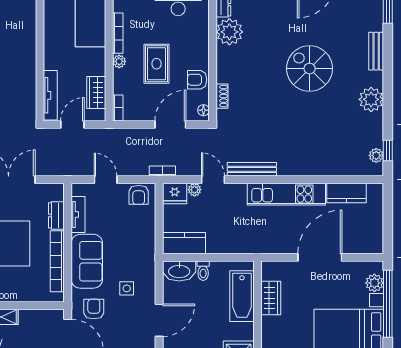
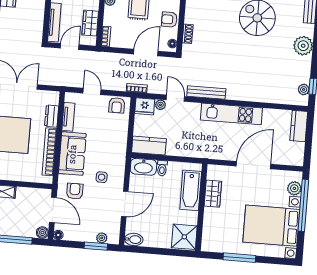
kitchen counter: (346, 193) -> (299, 126), moved, turned 90

